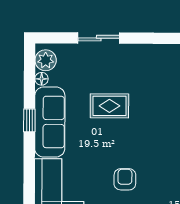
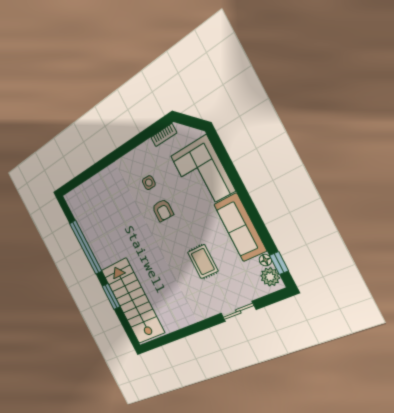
rug: (109, 106) -> (203, 262), turned 90
window: (29, 120) -> (279, 263), moved

